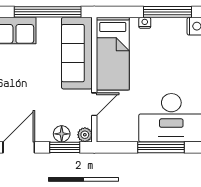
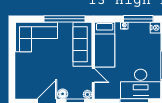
door: (94, 104) -> (93, 76), hinge flipped
floor lamp: (62, 134) -> (63, 94), moved

